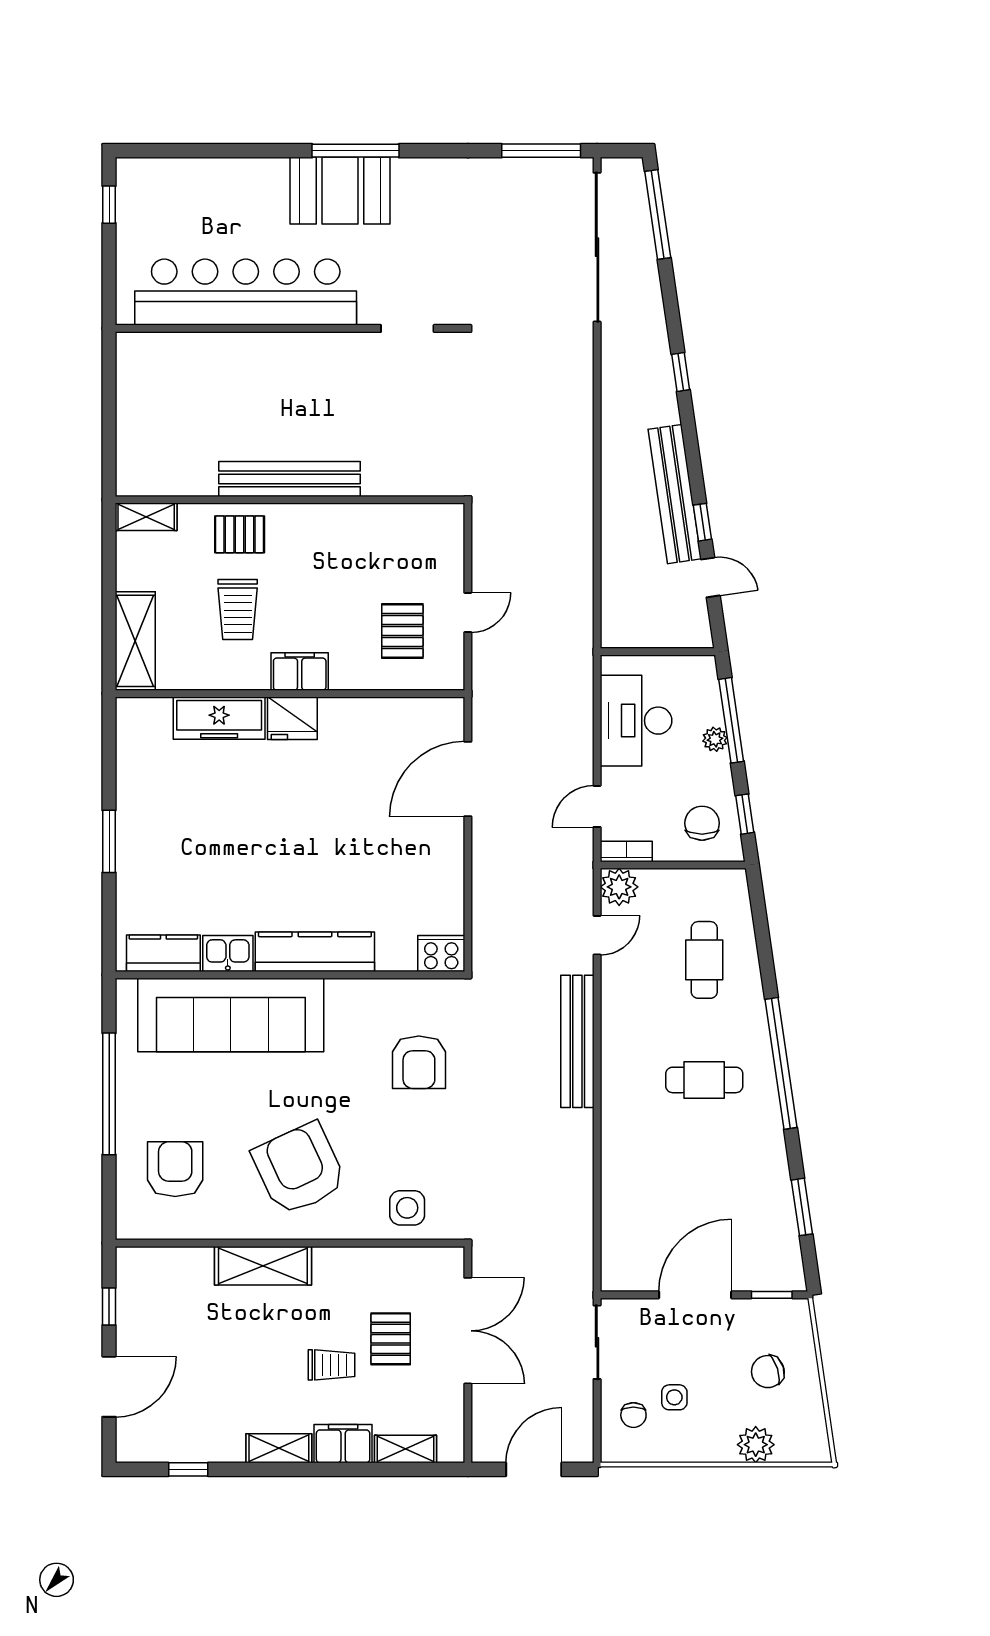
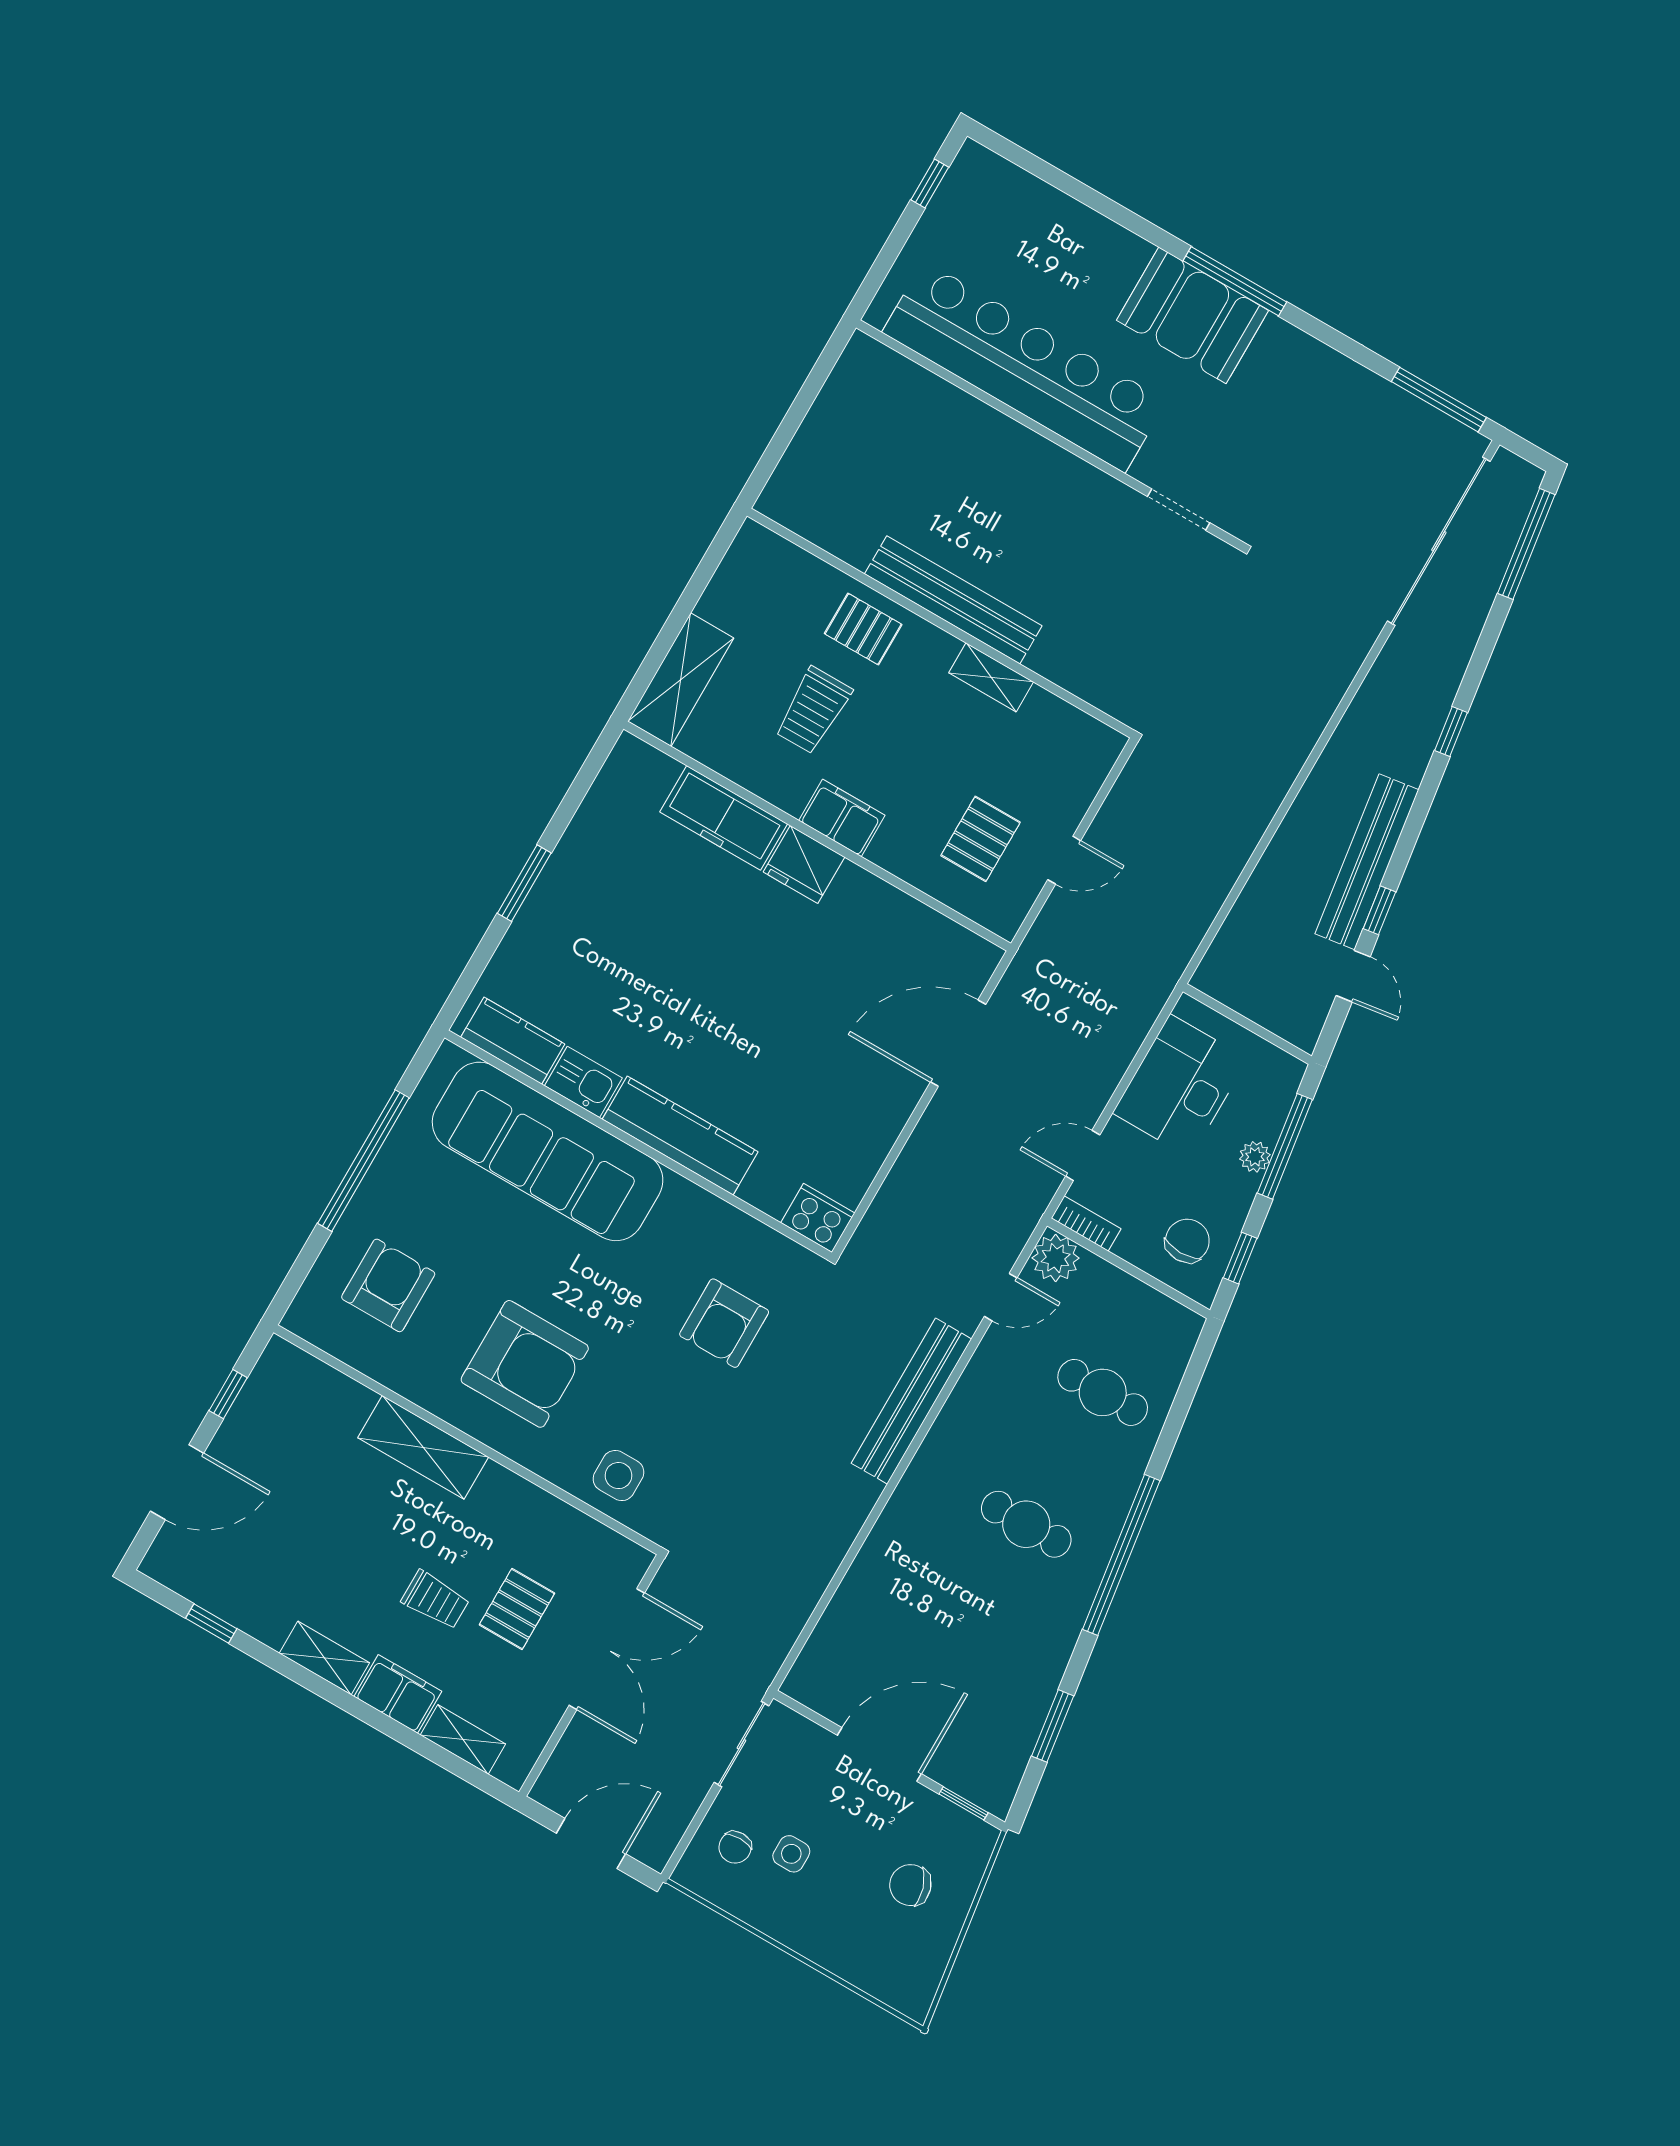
shelving: (146, 517) -> (991, 677), moved
cafe table: (704, 960) -> (1103, 1392), turned 90
armchair: (299, 1169) -> (525, 1364), turned 115
plant: (756, 1445) -> (851, 1958), removed

